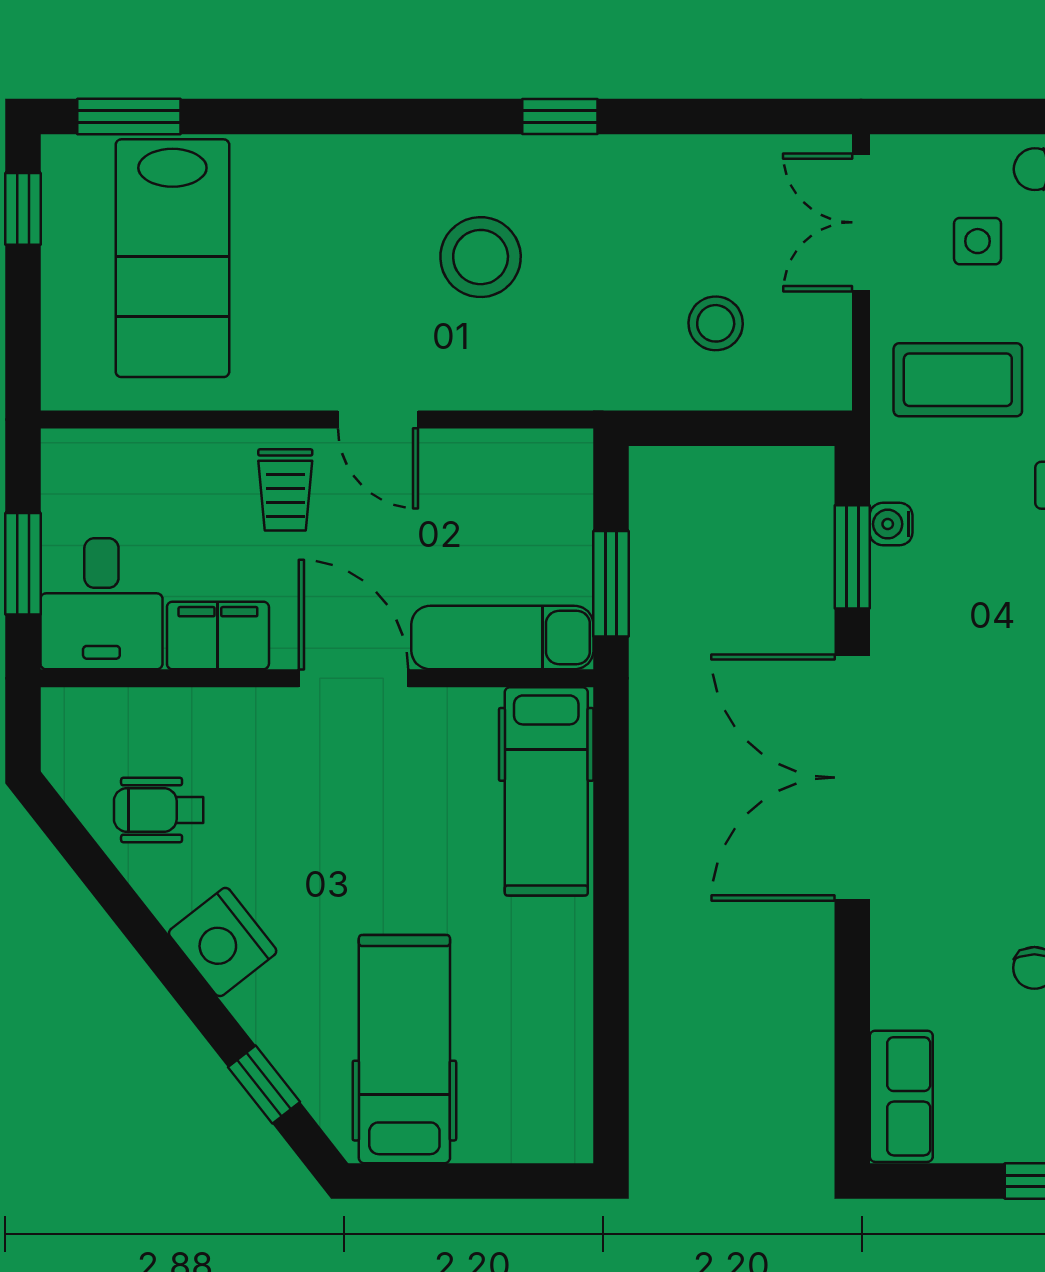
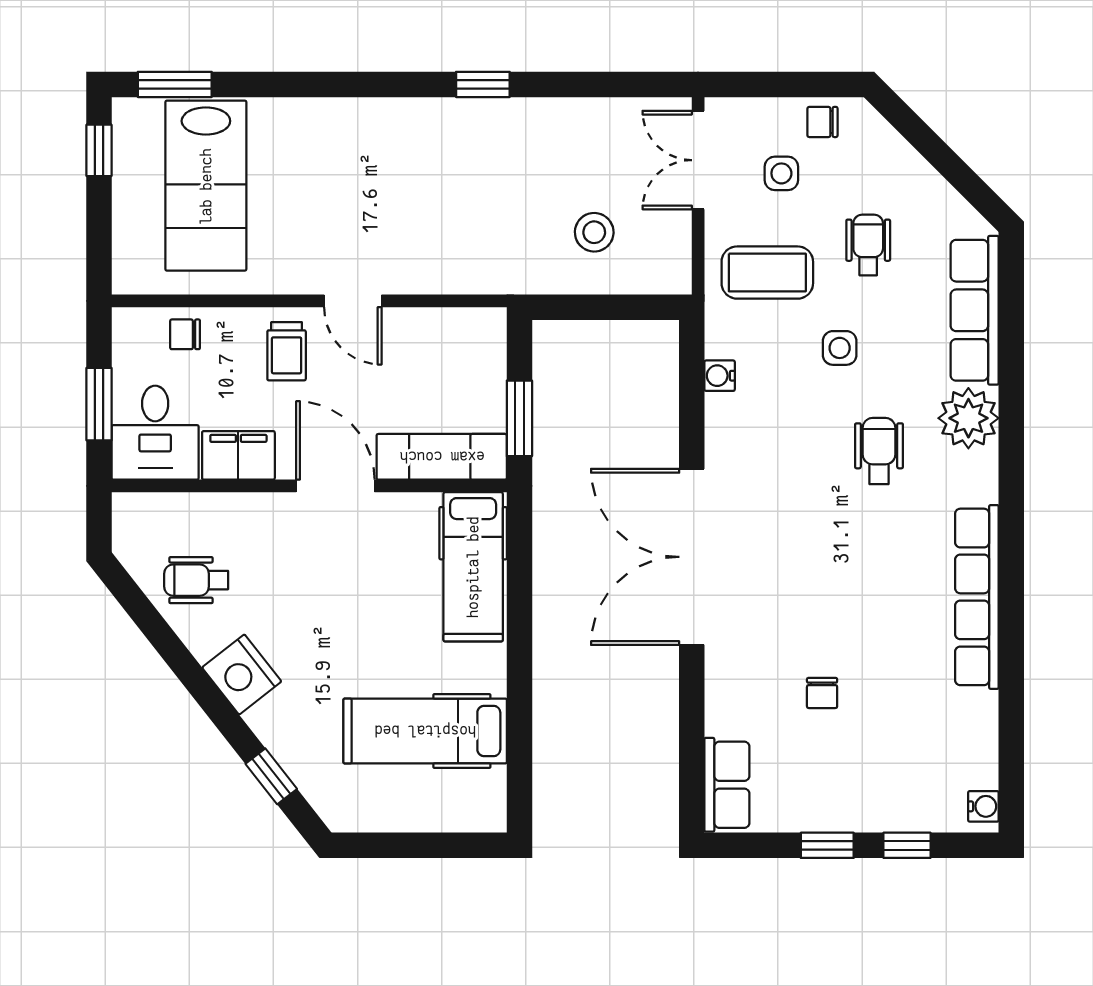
stool: (481, 257) -> (426, 185), removed
chair: (143, 466) -> (185, 334), added
window: (852, 557) -> (692, 399), removed
hospital bed: (404, 1049) -> (425, 731), moved, turned -90

